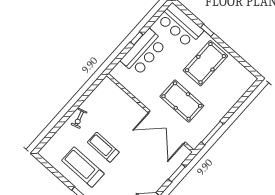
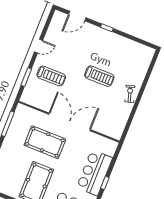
double door: (167, 127) -> (69, 122), moved
treadmill: (83, 167) -> (51, 76), moved, width x0.73, depth x0.73

